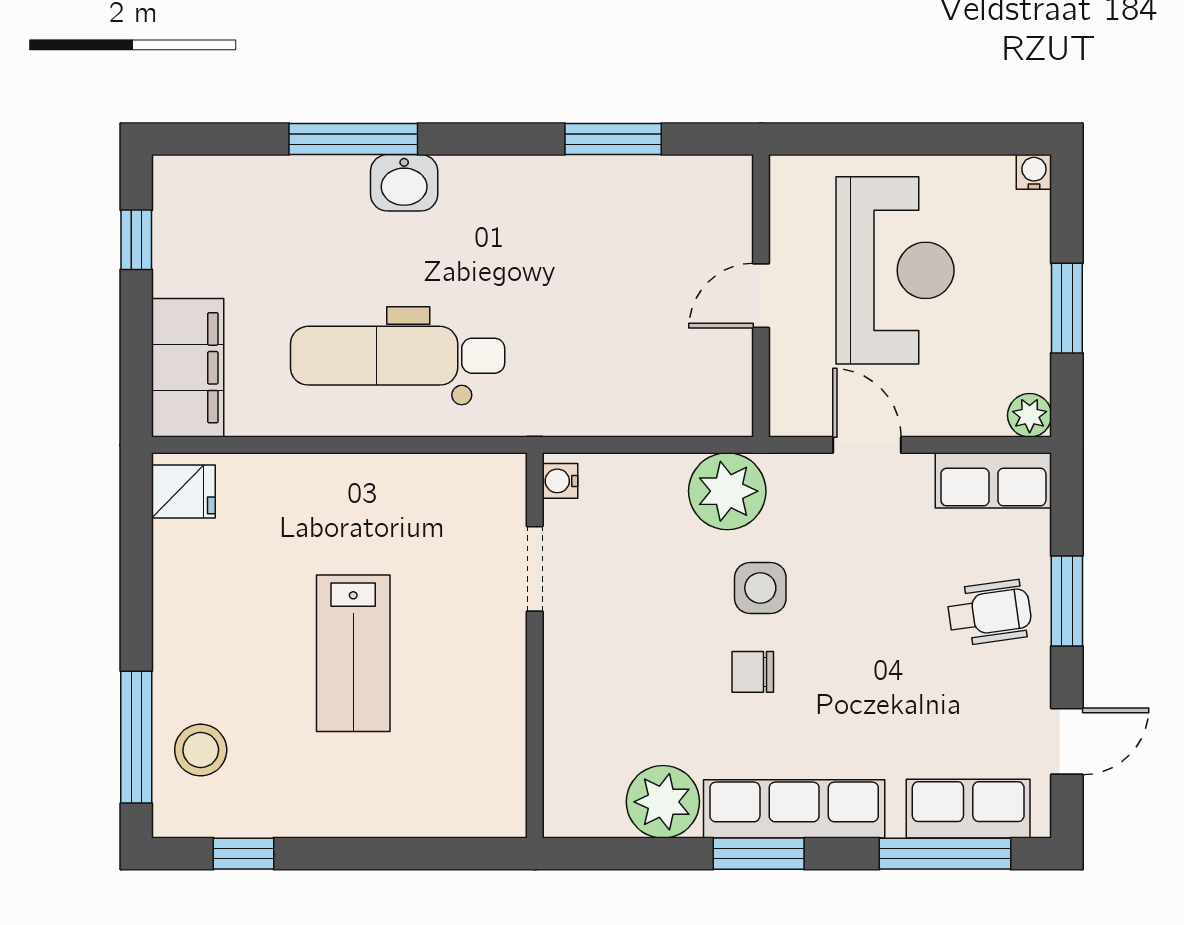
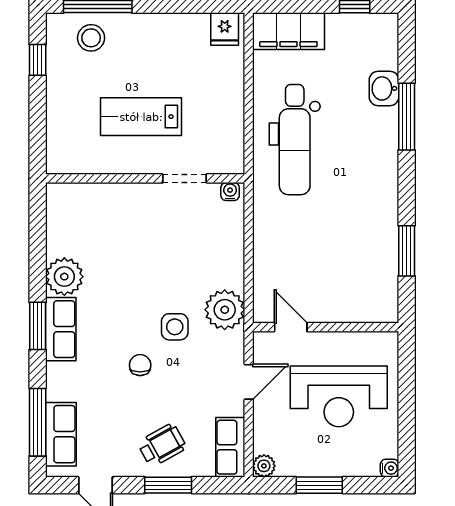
washbasin: (404, 183) -> (384, 88), moved
door: (761, 296) -> (291, 327), moved
dental chair: (398, 356) -> (295, 140), turned 180
water cooler: (560, 481) -> (230, 192), moved
doorway: (535, 569) -> (185, 178), moved
wheelchair: (989, 613) -> (162, 445), turned -111
wall: (535, 645) -> (145, 178), moved
chair: (753, 672) -> (140, 365), moved
row of seats: (794, 809) -> (61, 329), width x0.68

